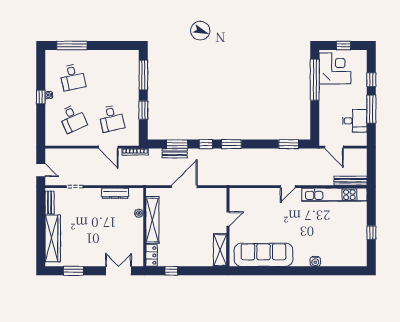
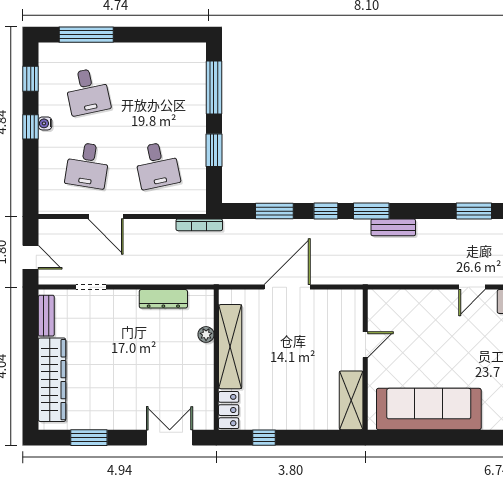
window: (41, 70) -> (31, 79), added
desk: (73, 118) -> (87, 165), turned 33
door: (108, 147) -> (106, 217), moved
bench: (175, 153) -> (393, 227), moved

